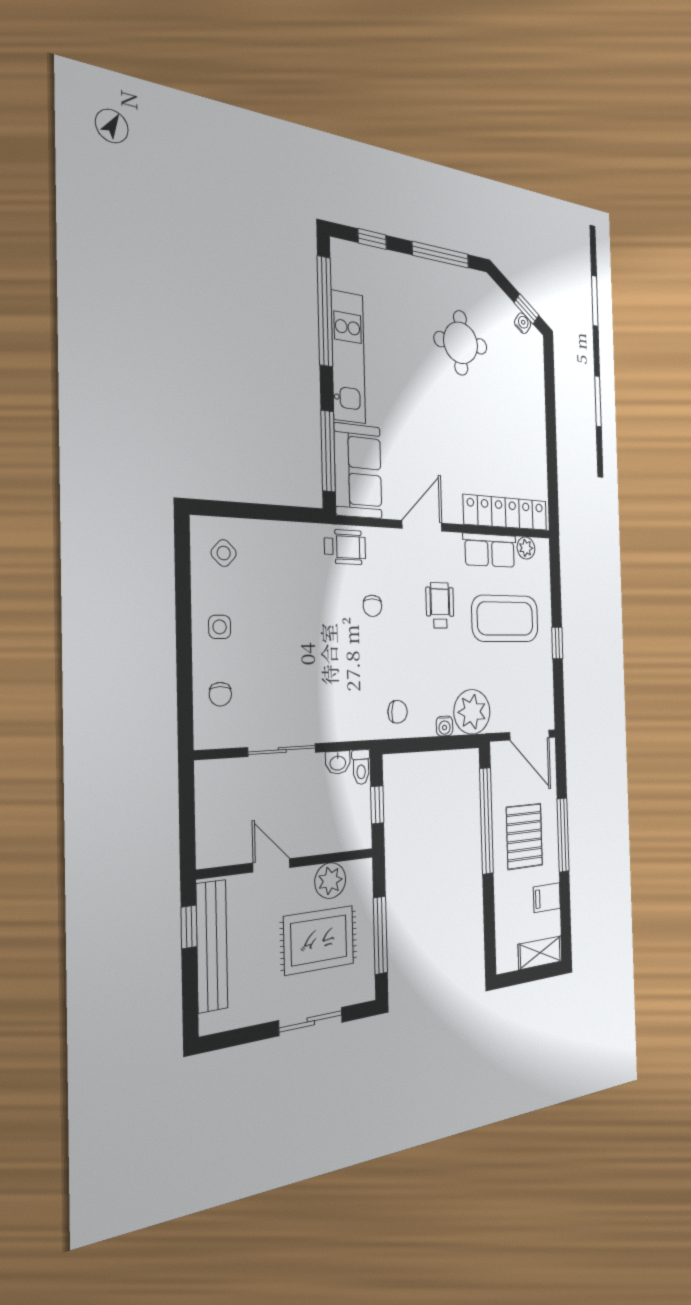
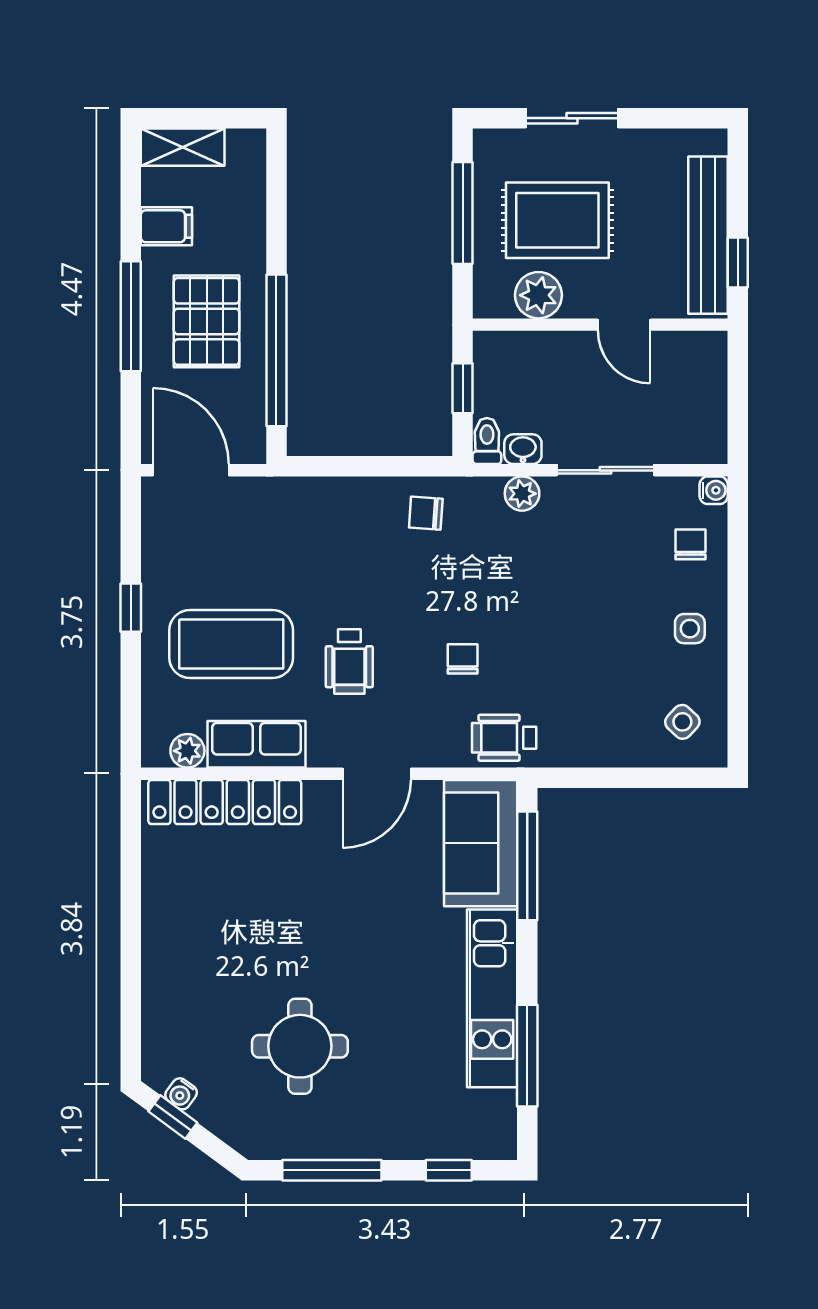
window: (325, 311) -> (527, 1056), width x0.68
plant: (472, 712) -> (522, 494), moved, width x0.53, depth x0.53
water cooler: (444, 726) -> (714, 490), moved, turned 90

